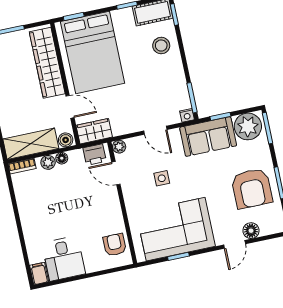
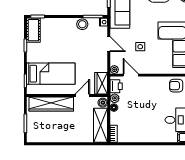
stool: (161, 46) -> (82, 24), moved
bed: (93, 52) -> (51, 74), width x0.67
door: (155, 130) -> (109, 44), hinge flipped
plant: (48, 162) -> (115, 98), moved
door: (116, 173) -> (131, 75), swing flipped

